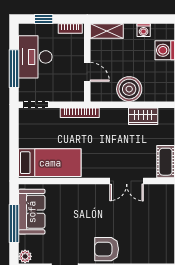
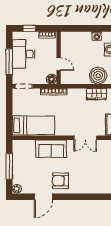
shelving: (107, 31) -> (72, 37), removed
boiler: (129, 89) -> (98, 76), moved
floor lamp: (77, 94) -> (52, 79), added
sofa: (32, 212) -> (51, 149), moved, turned 90
armchair: (107, 249) -> (61, 181), moved

